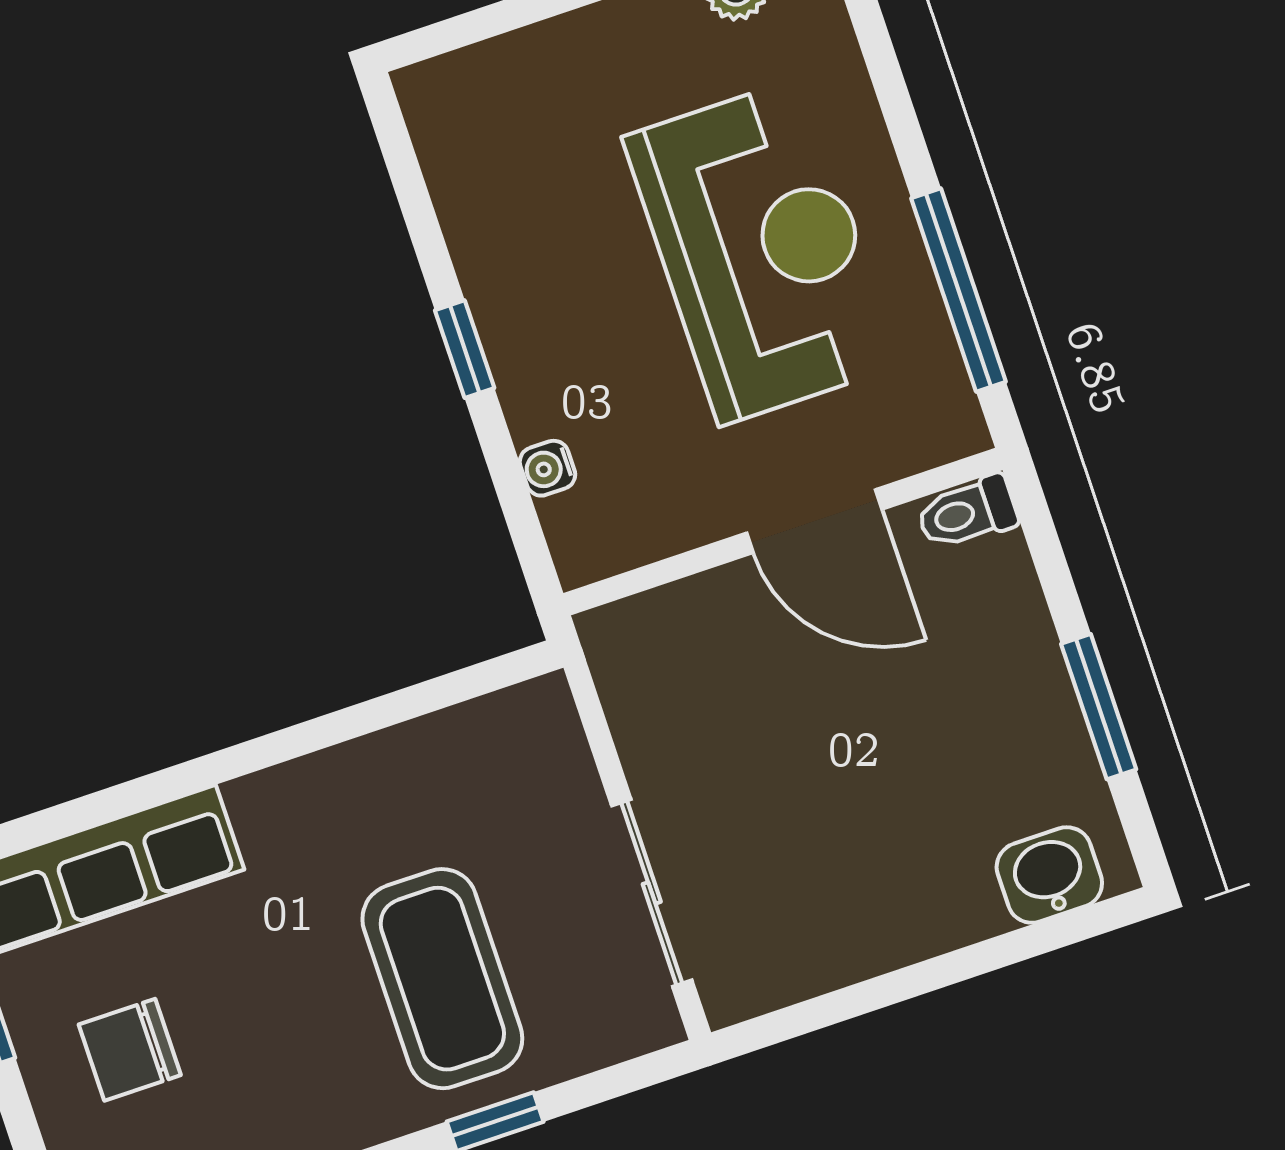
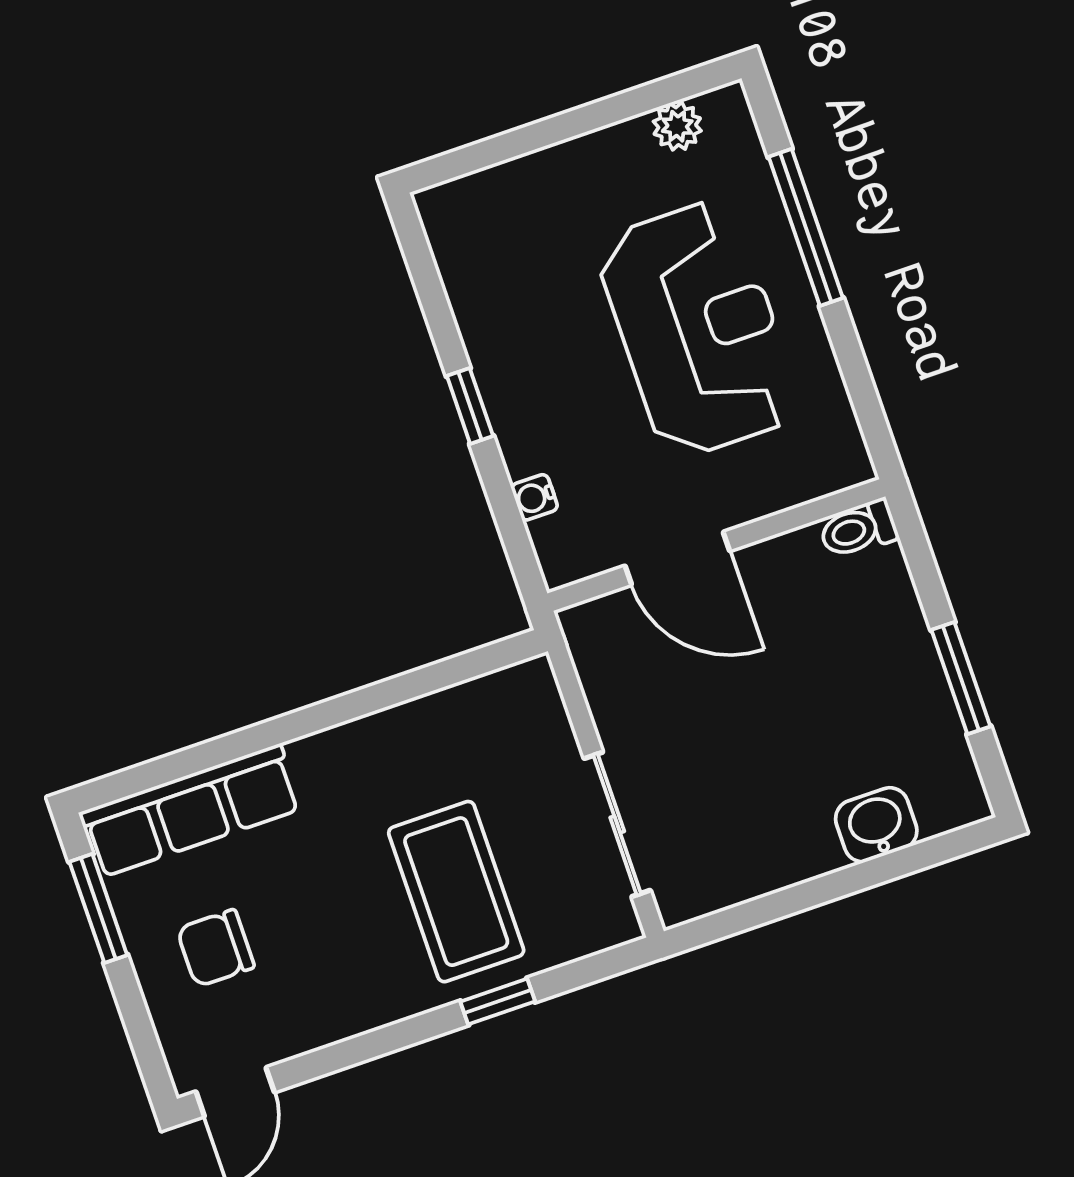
window: (958, 290) -> (806, 227), moved
door: (814, 521) -> (677, 558), moved
washbasin: (1049, 875) -> (876, 825), moved

